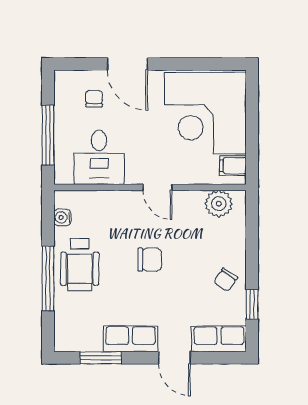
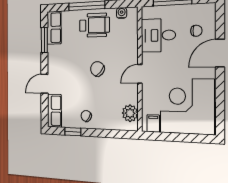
chair: (150, 260) -> (97, 69), turned 131
wheelchair: (80, 265) -> (94, 25), turned 180
row of seats: (130, 339) -> (54, 28), moved

